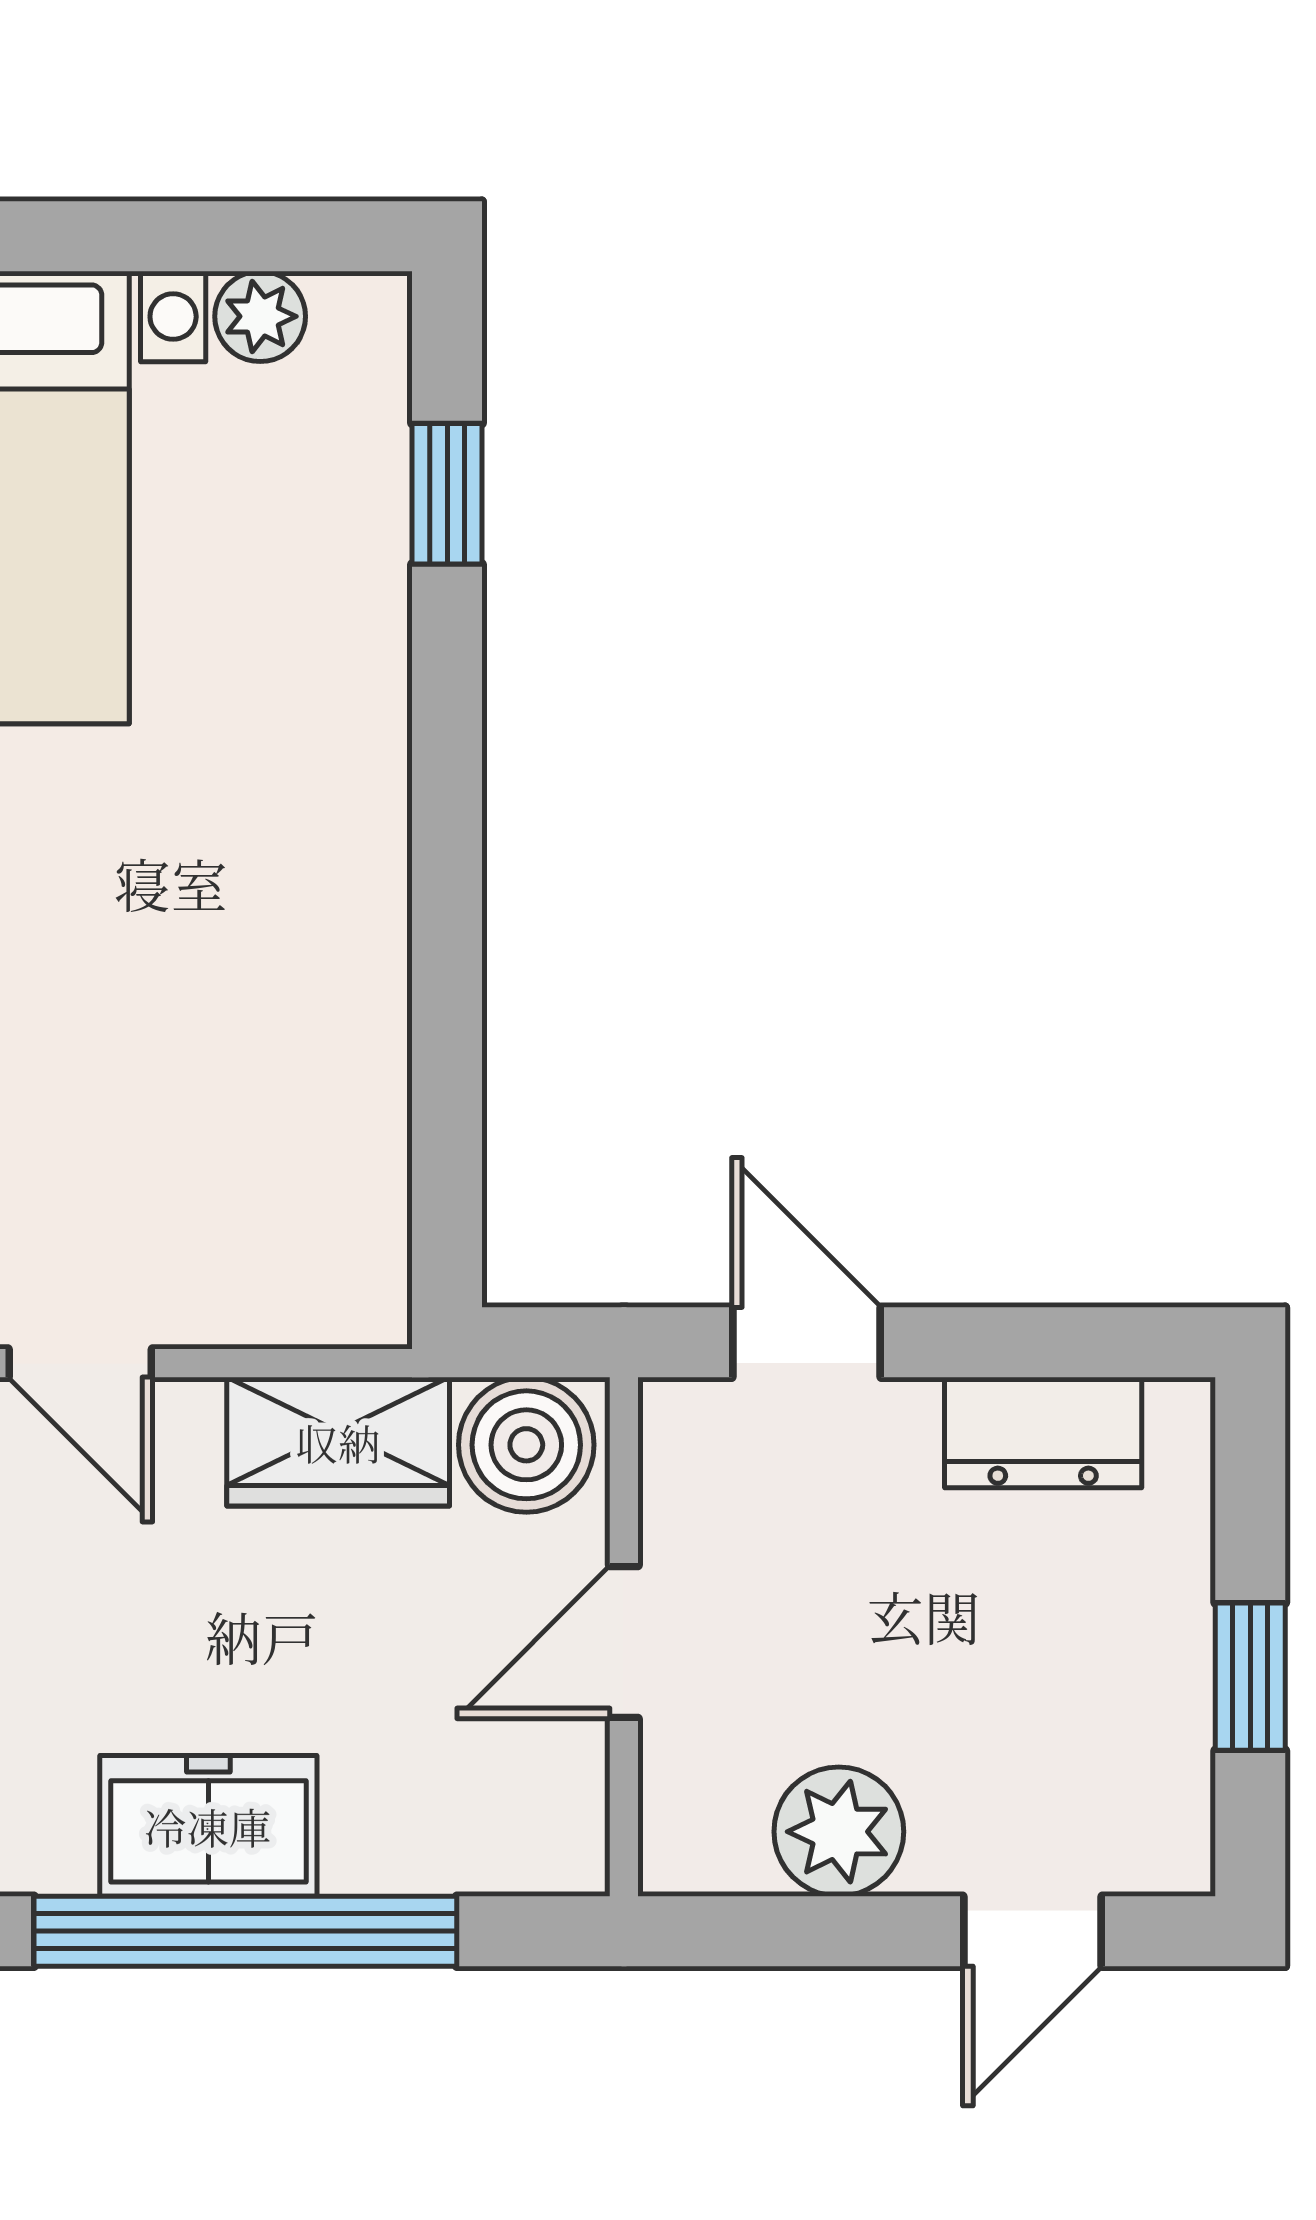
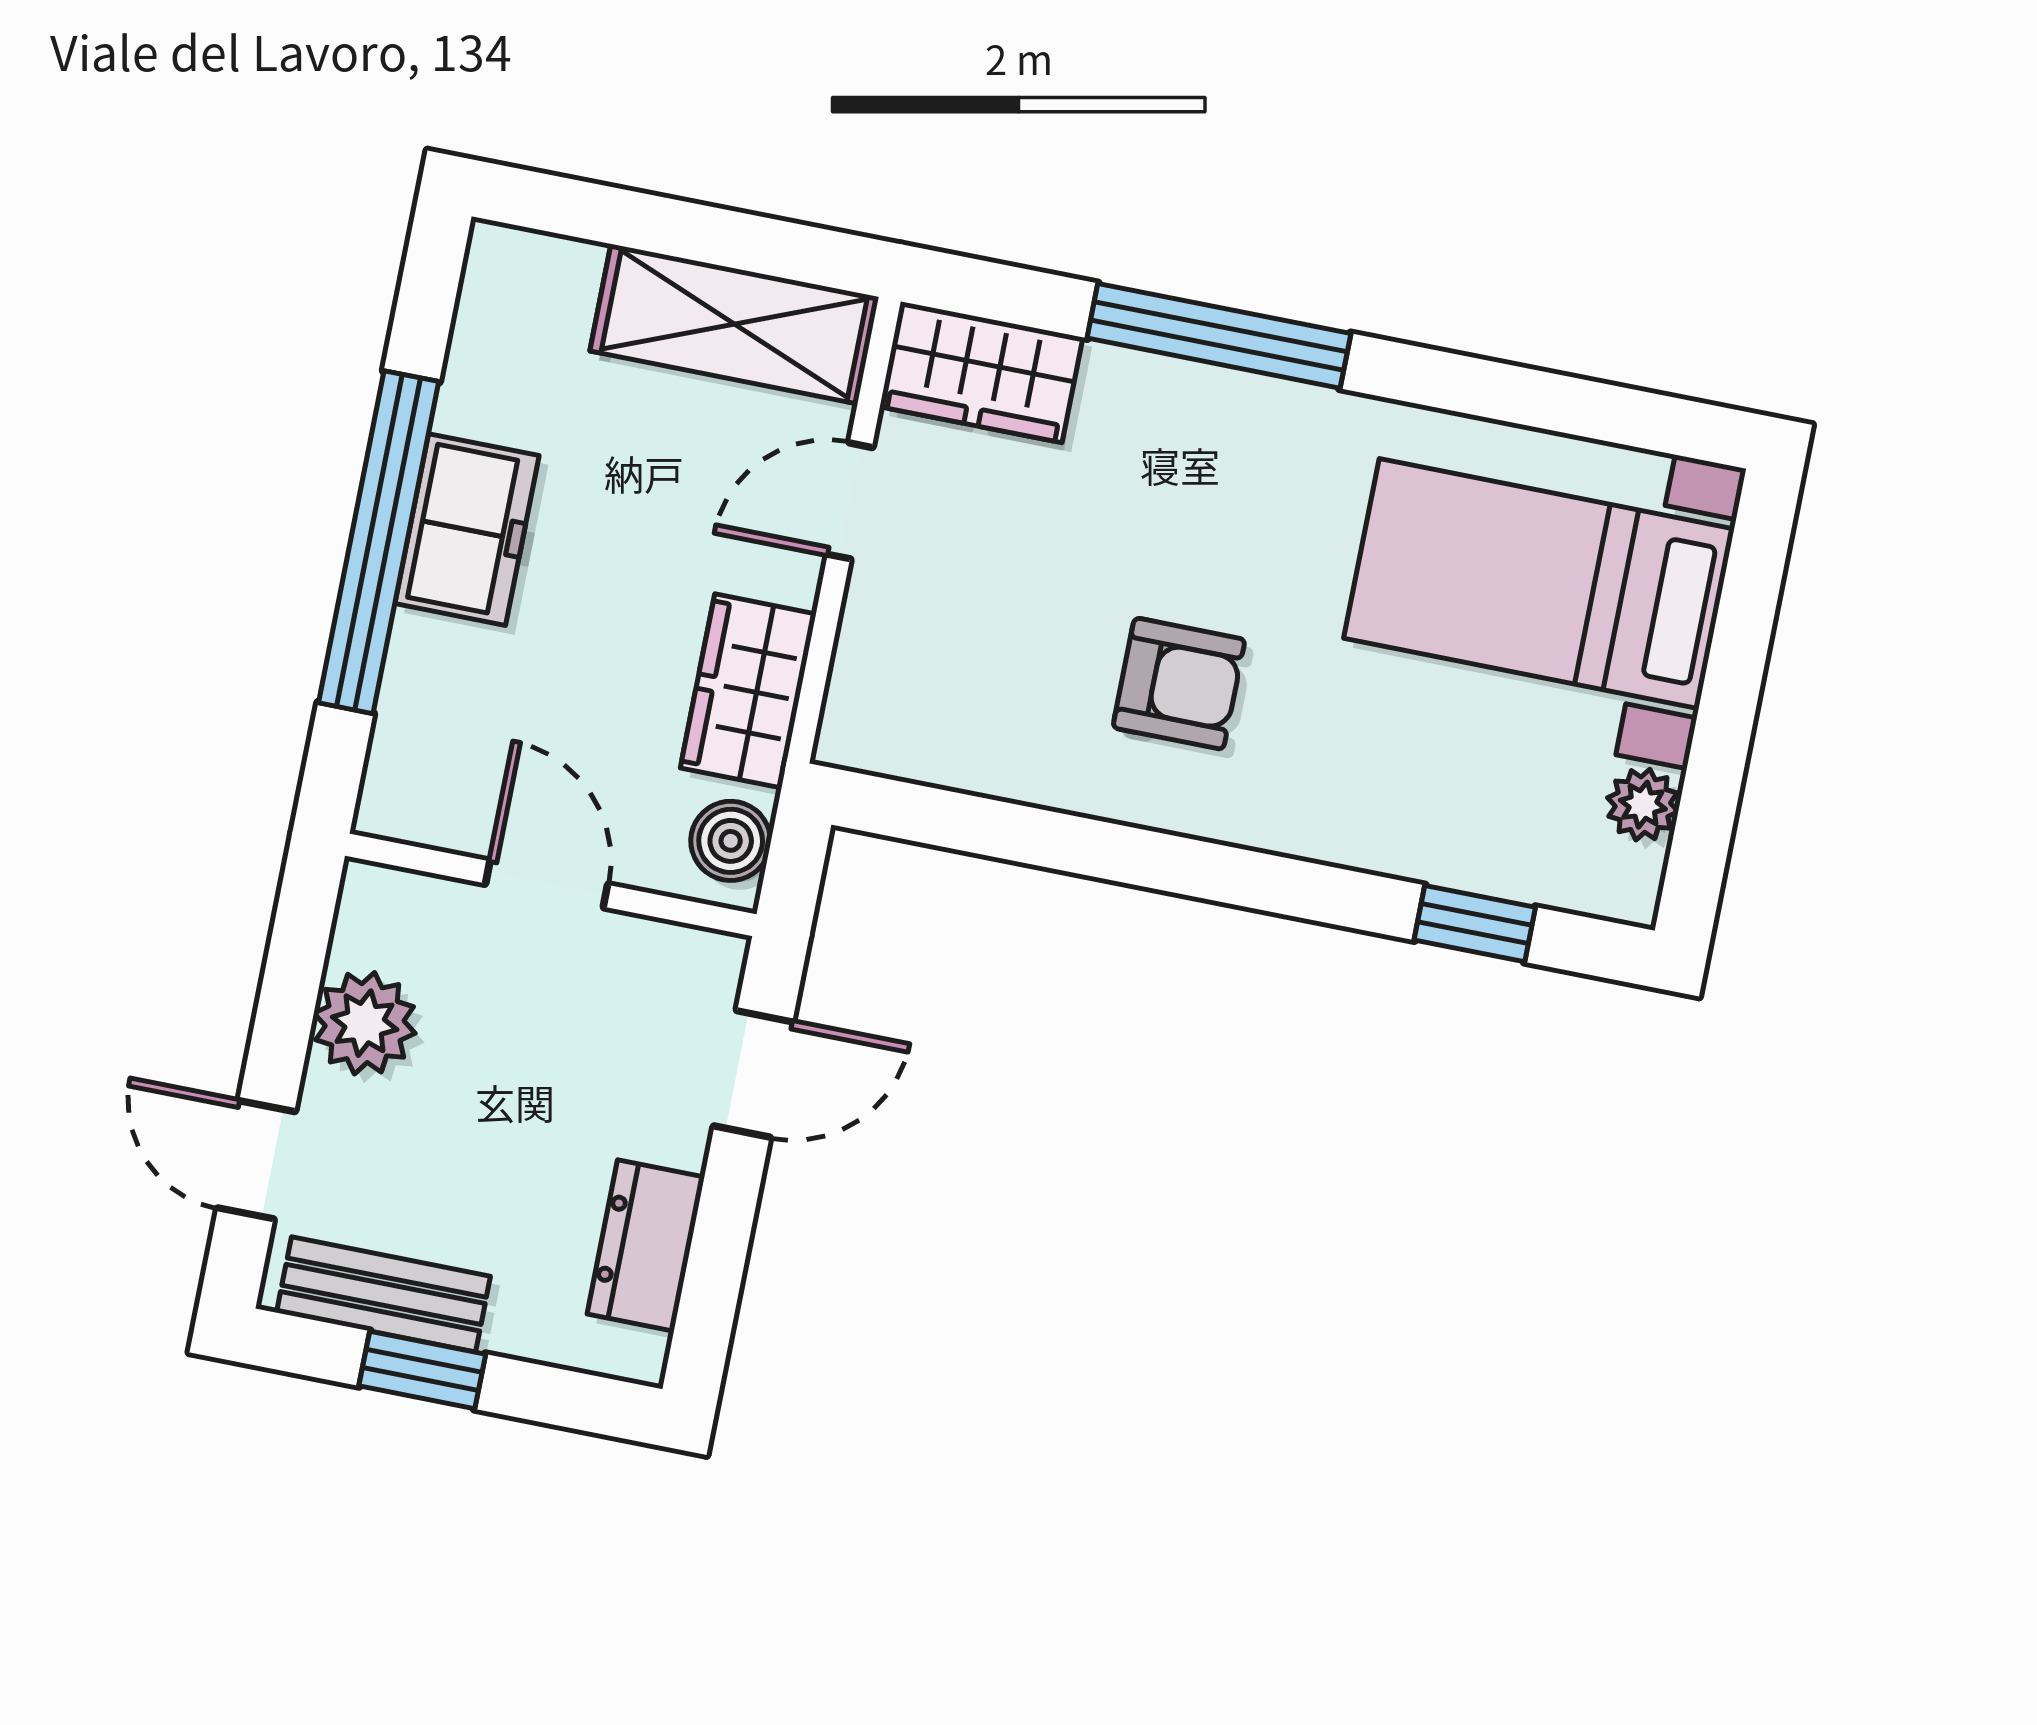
armchair: (224, 915) -> (1179, 684), added
boiler: (526, 1445) -> (731, 841), width x0.73, depth x0.73
bench: (1167, 1742) -> (383, 1294), added

